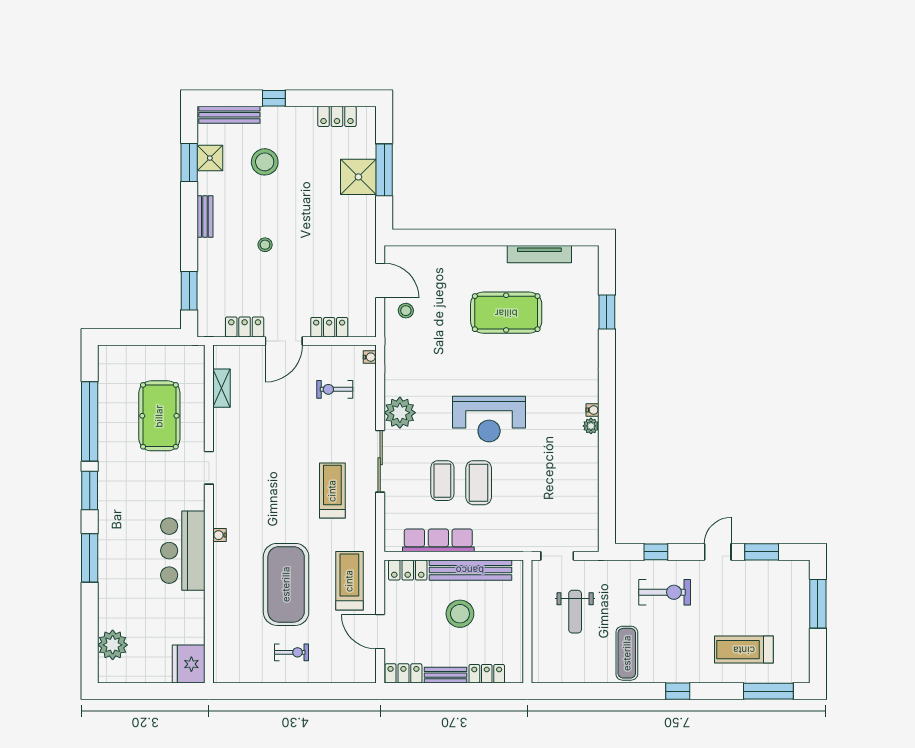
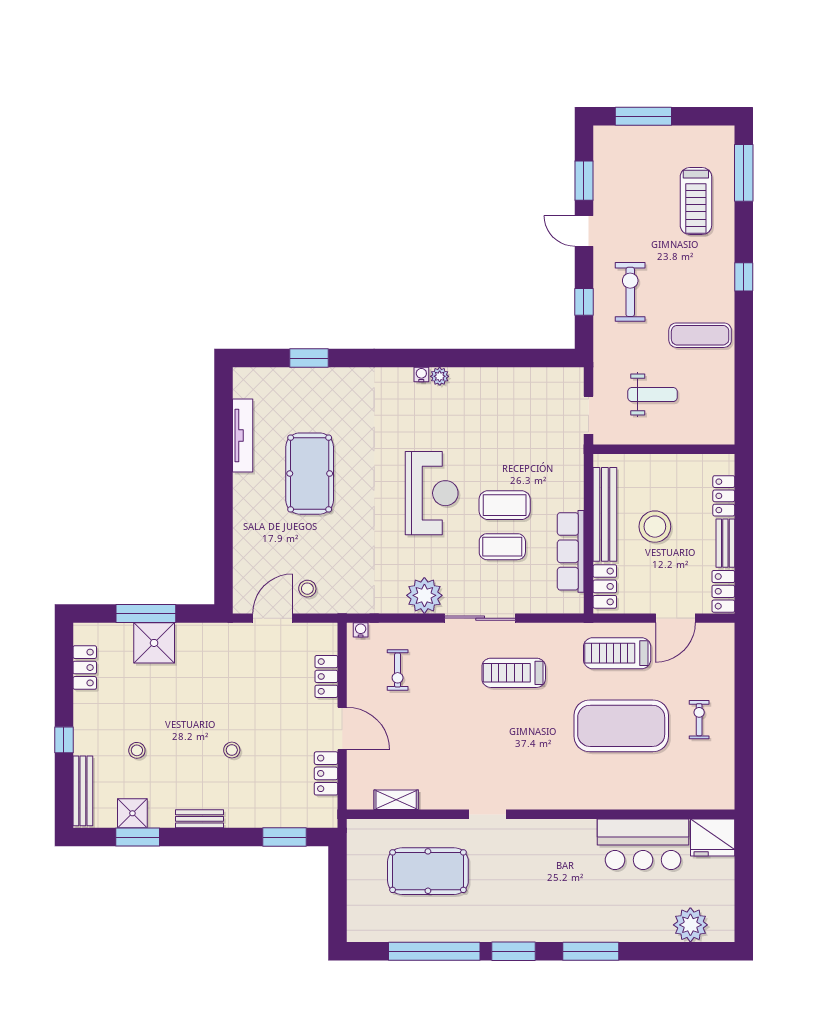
stool: (265, 162) -> (137, 750), width x0.53, depth x0.53
water cooler: (220, 535) -> (565, 802), removed
bar counter: (183, 551) -> (643, 844), moved

